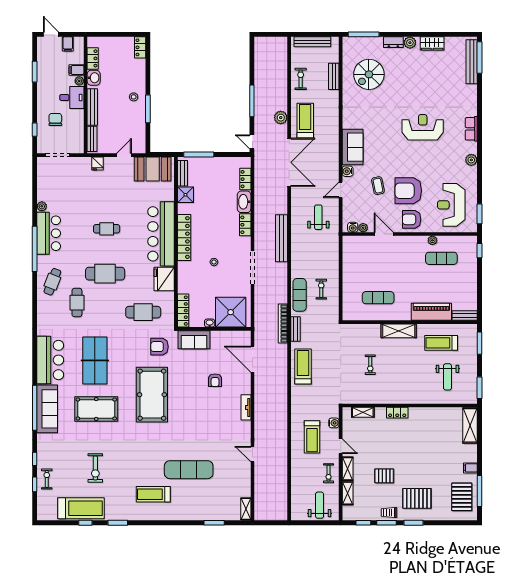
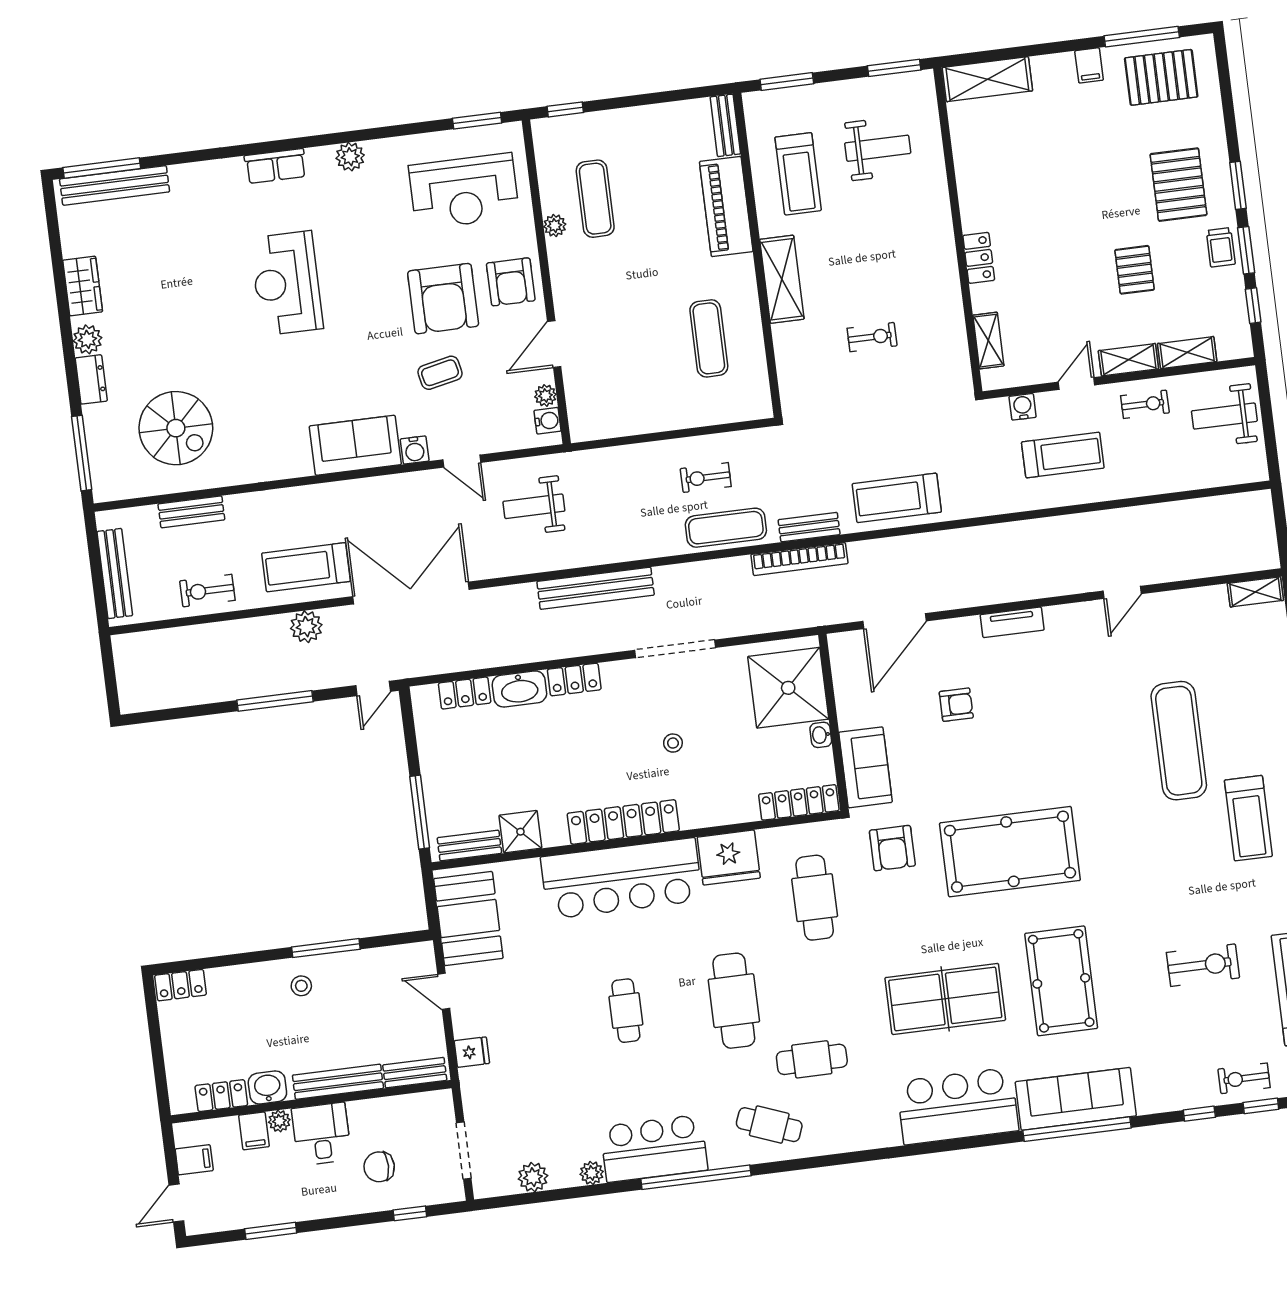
plant: (43, 182) -> (533, 1177), added

